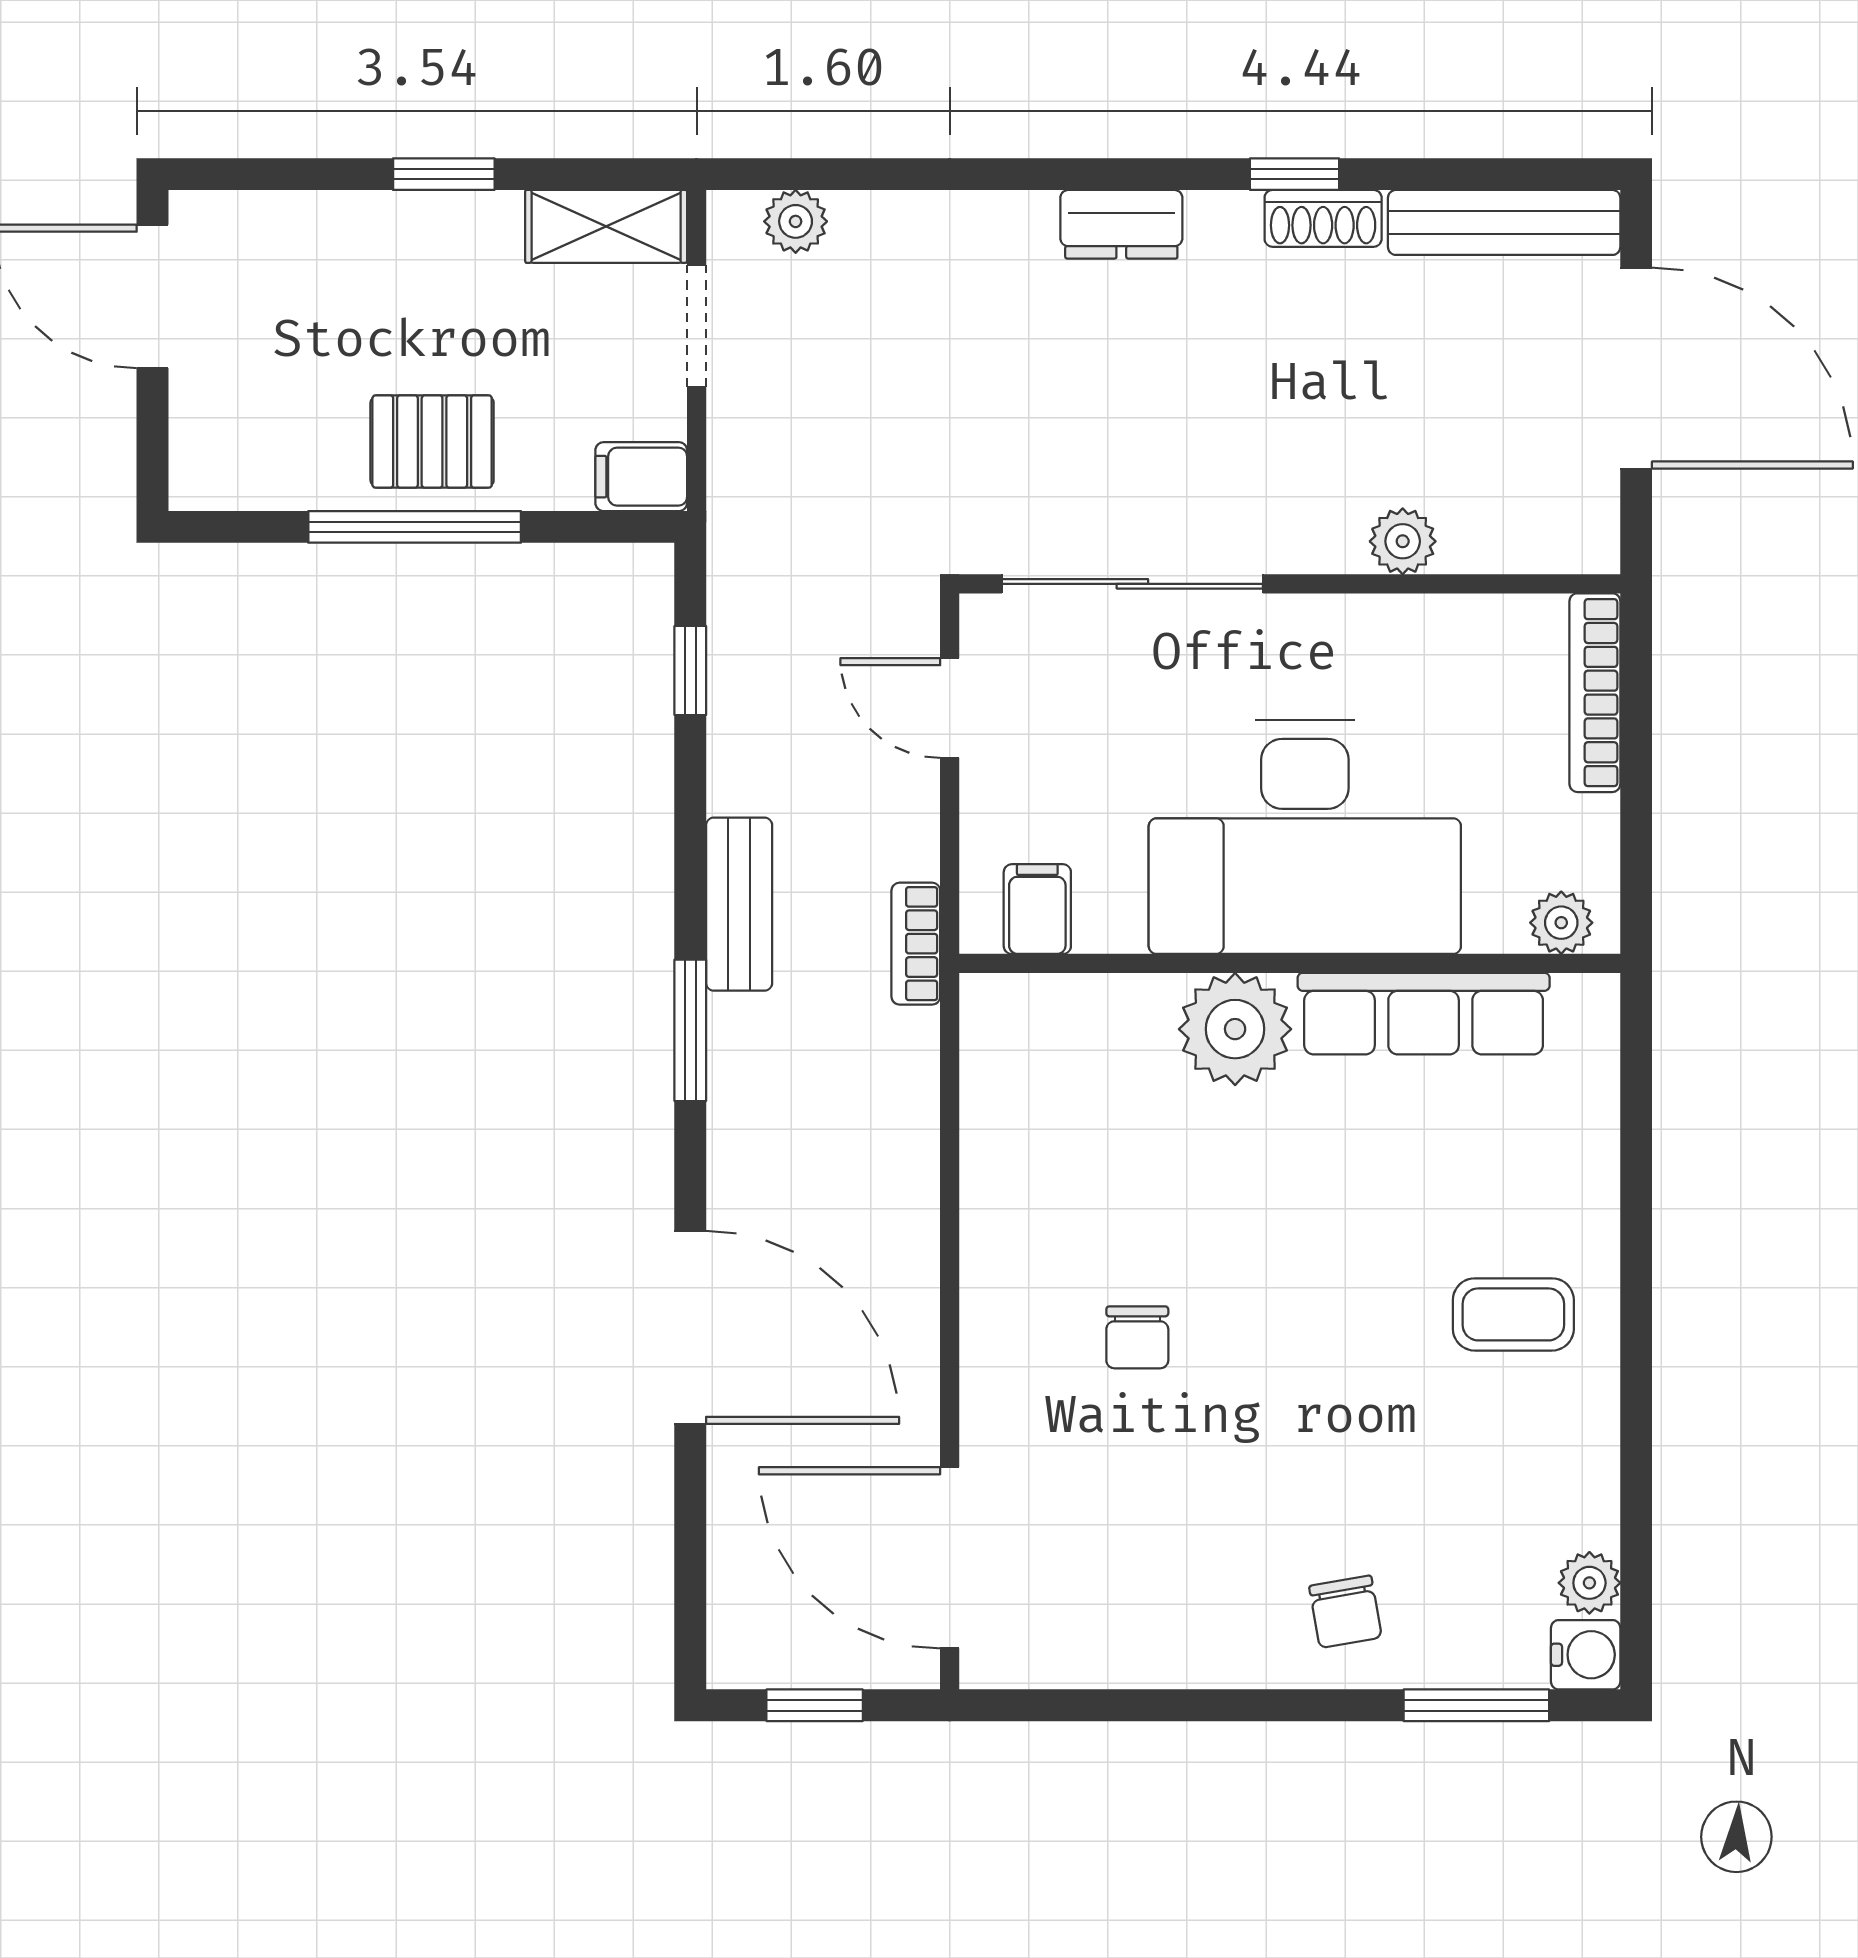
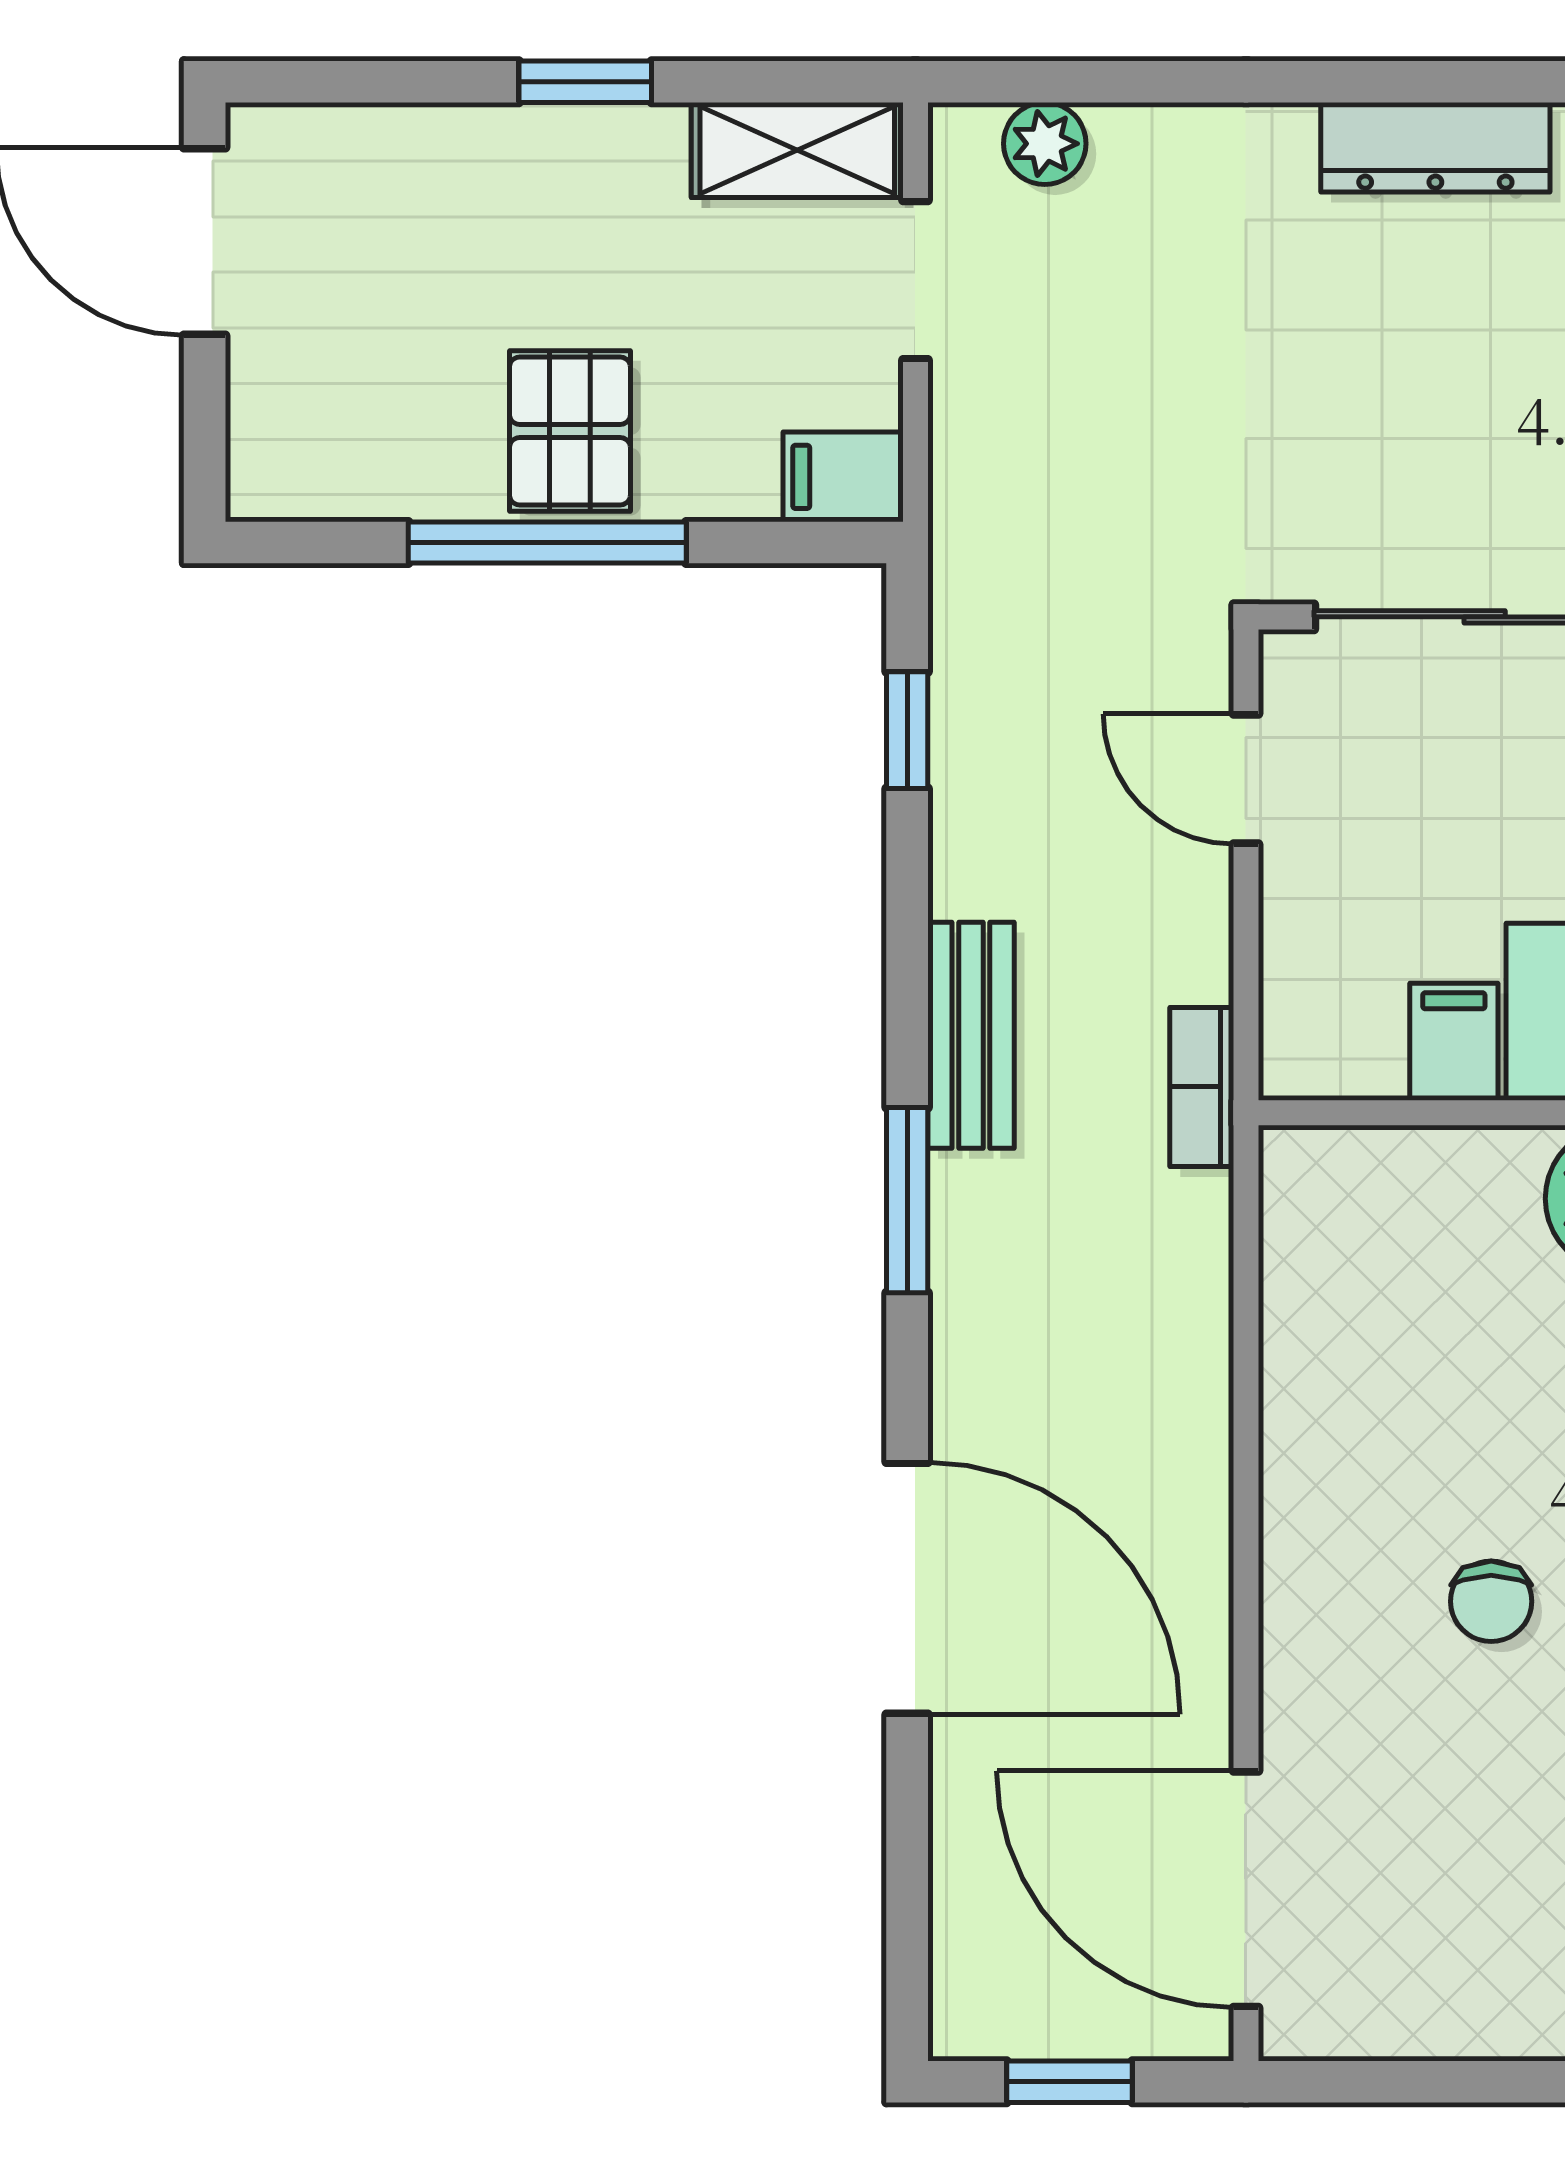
dresser: (1121, 224) -> (1435, 147), width x1.44
pallet: (432, 442) -> (570, 431), turned 90
filing cabinet: (1037, 909) -> (1454, 1042), moved

